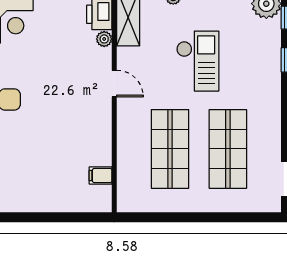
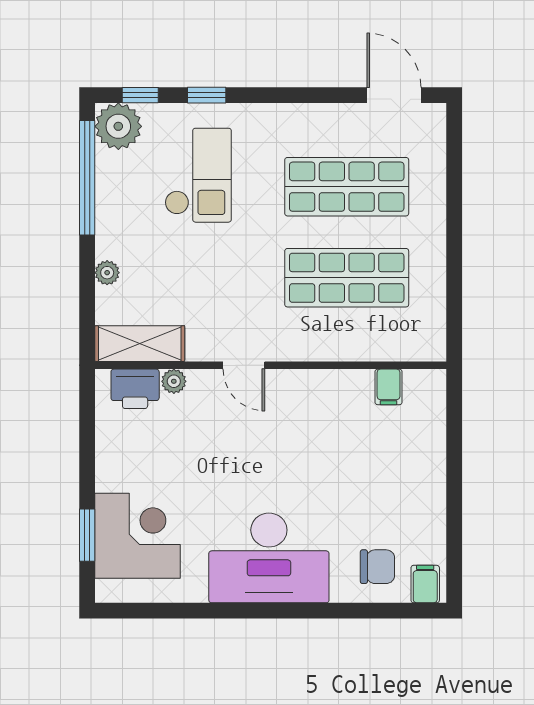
checkout: (198, 61) -> (198, 175), moved, turned 90
door: (114, 84) -> (244, 365), swing flipped

